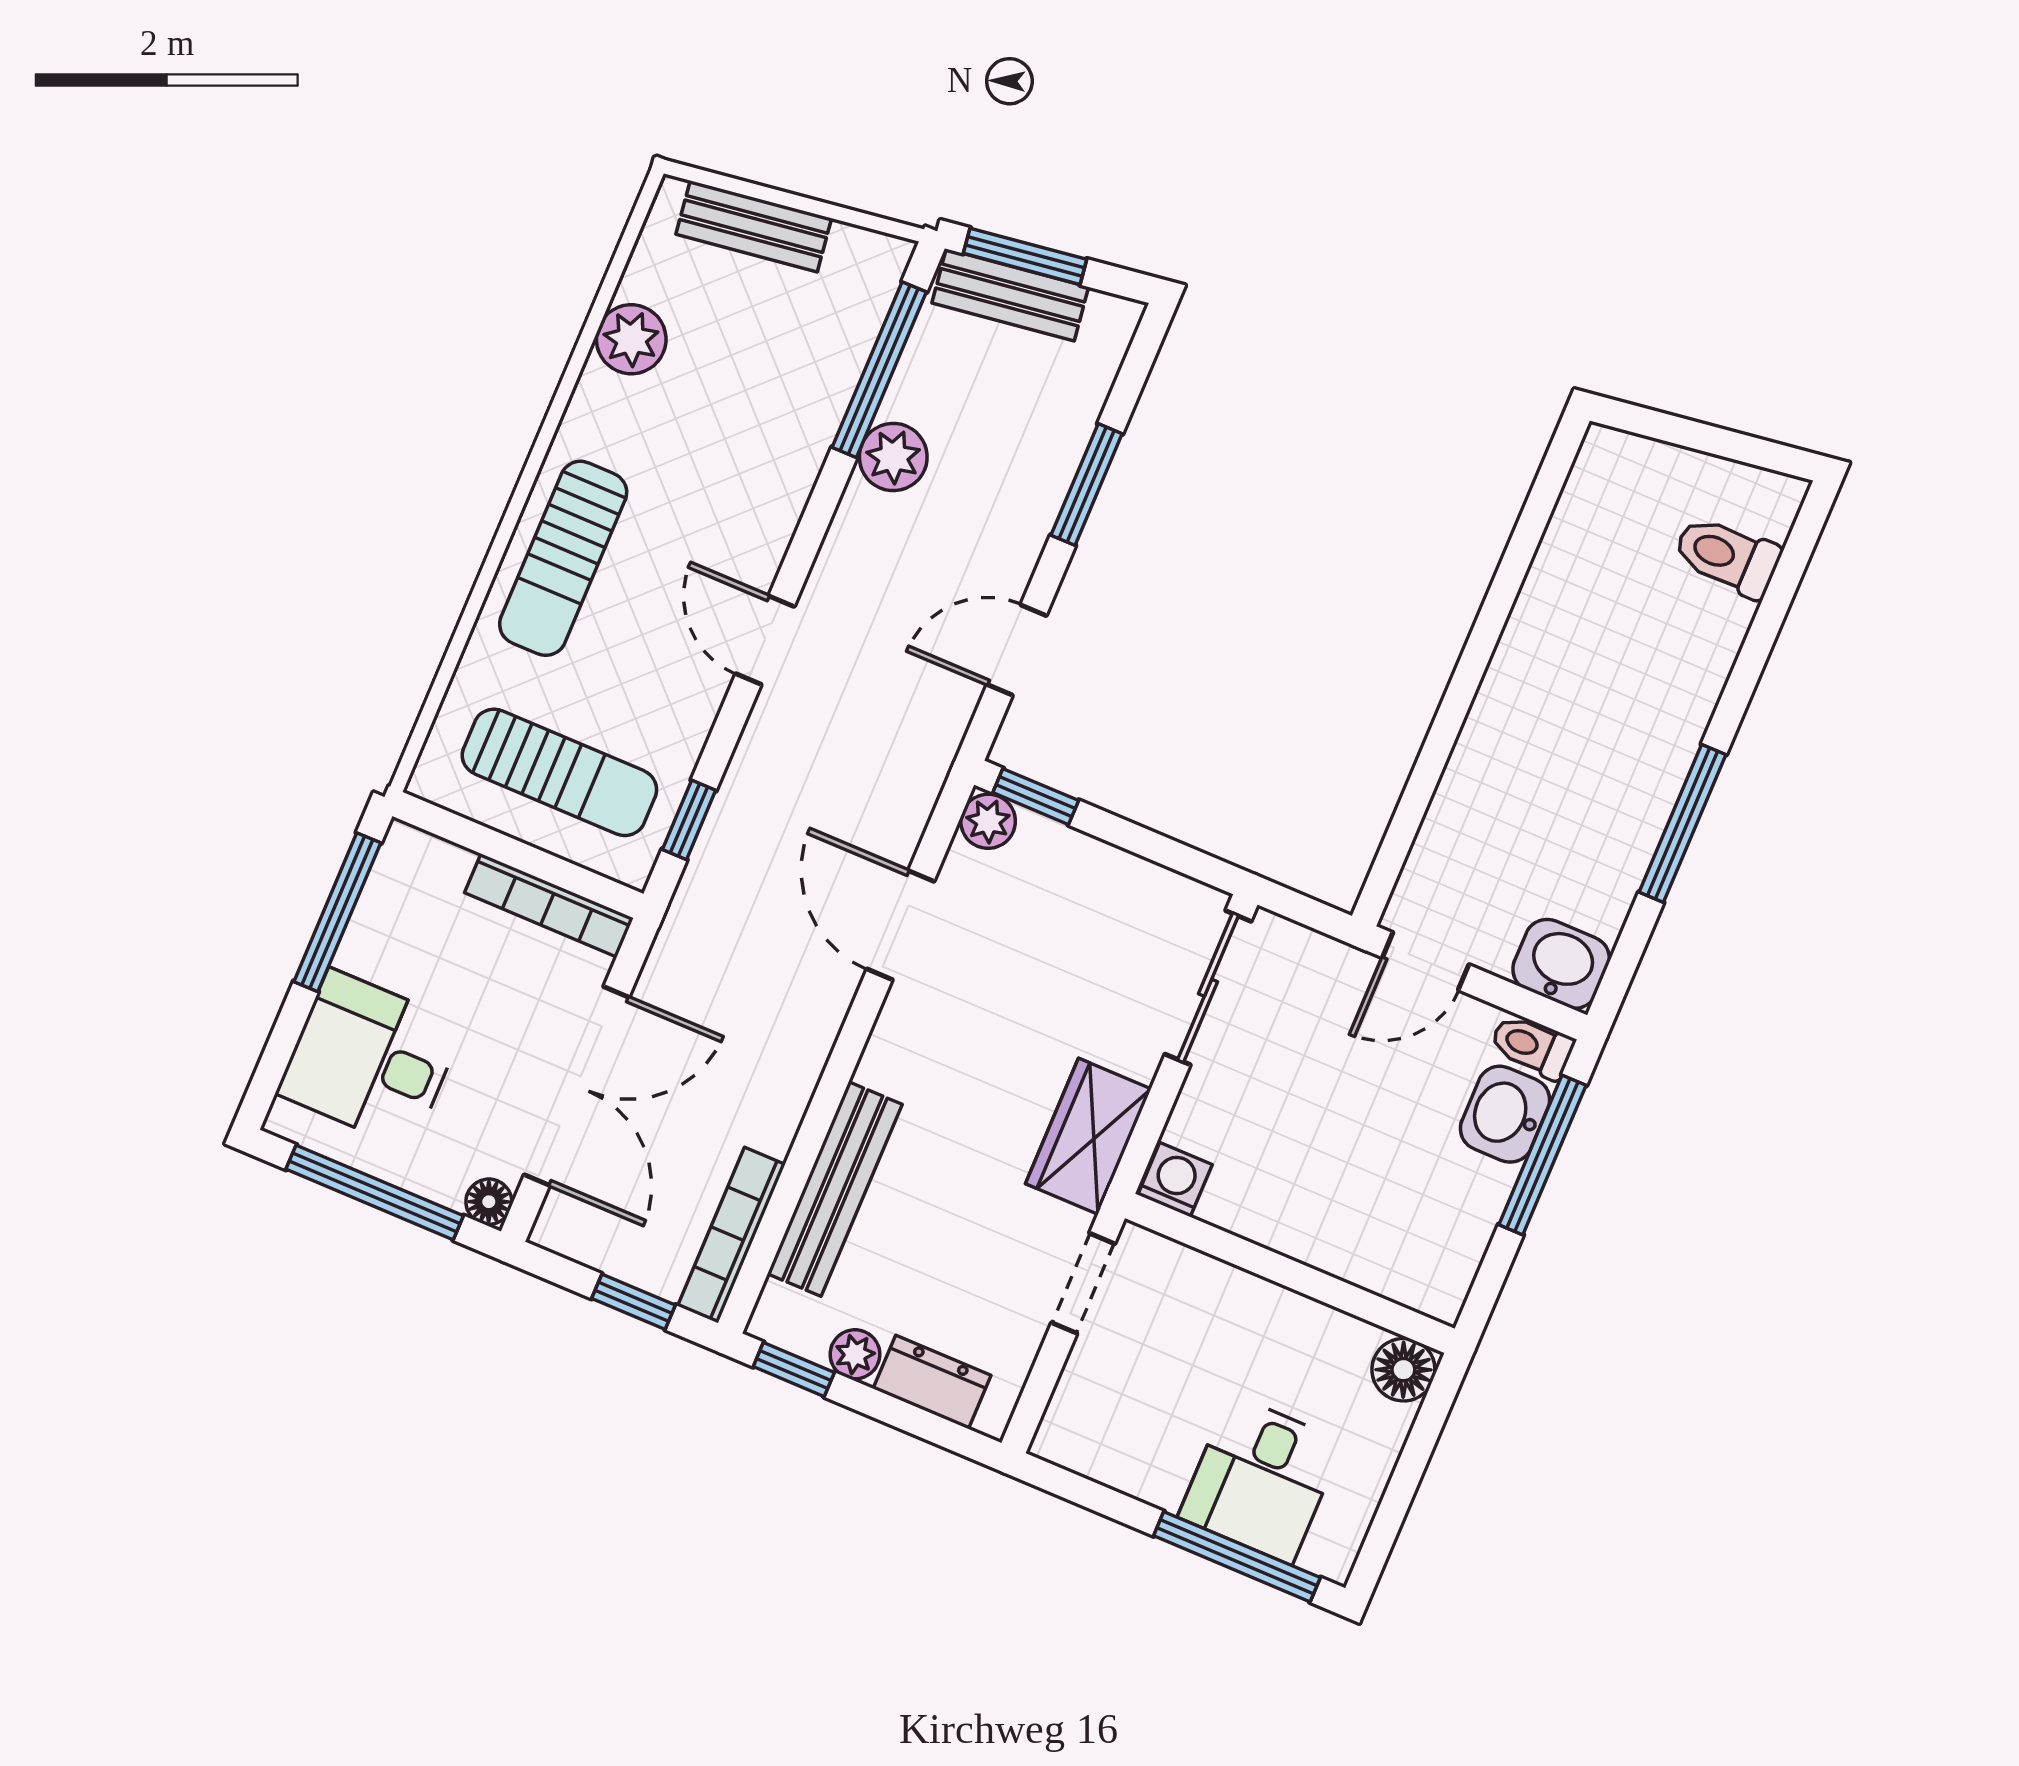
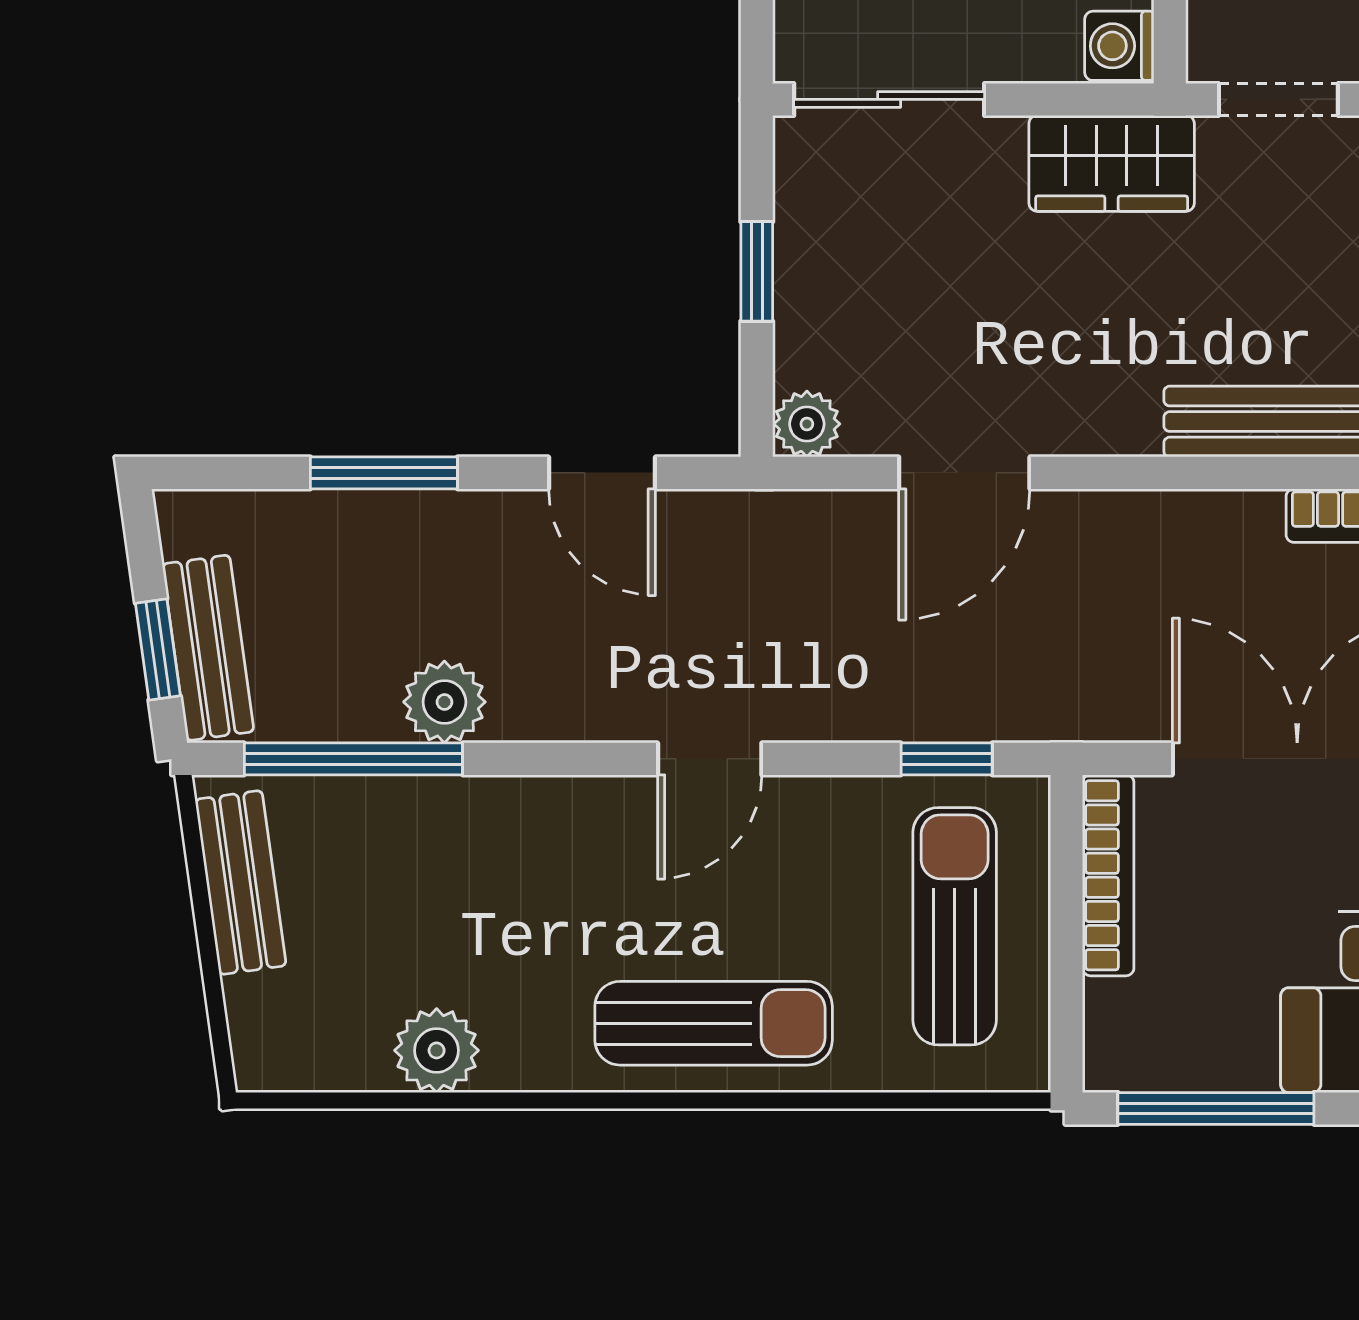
bench: (754, 226) -> (241, 883), moved
window: (1025, 256) -> (158, 649), width x0.67
window: (1036, 797) -> (757, 271), moved

